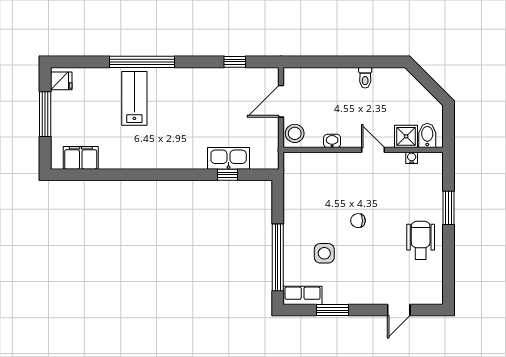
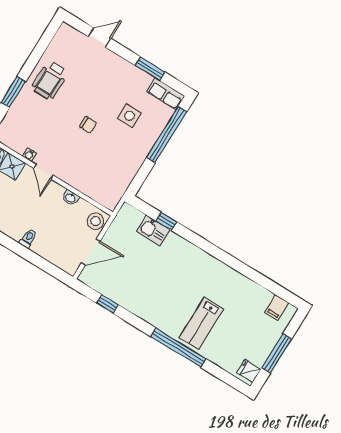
toilet: (365, 78) -> (28, 238), moved
filing cabinet: (81, 158) -> (277, 307), width x0.50
kitchen sink: (229, 158) -> (153, 231), width x0.73
water cooler: (412, 158) -> (29, 155), moved

